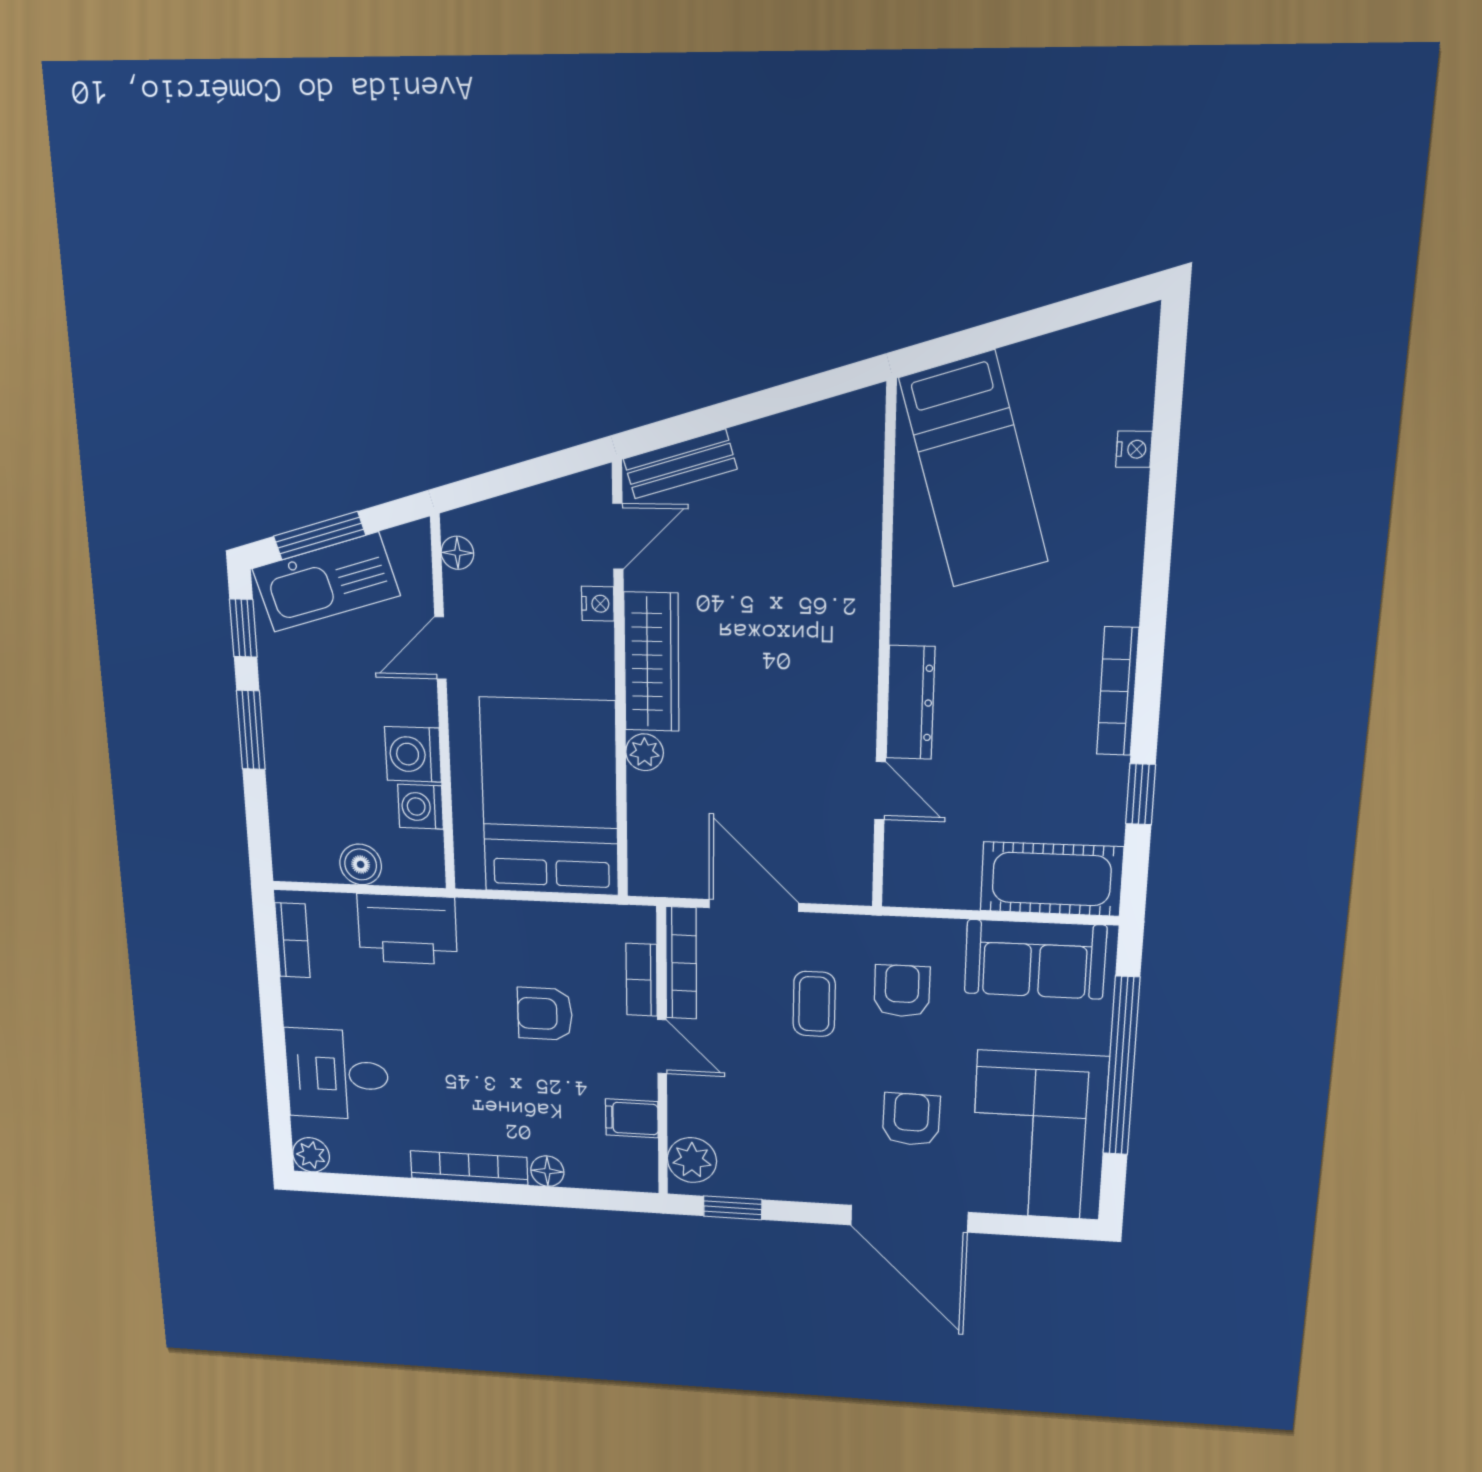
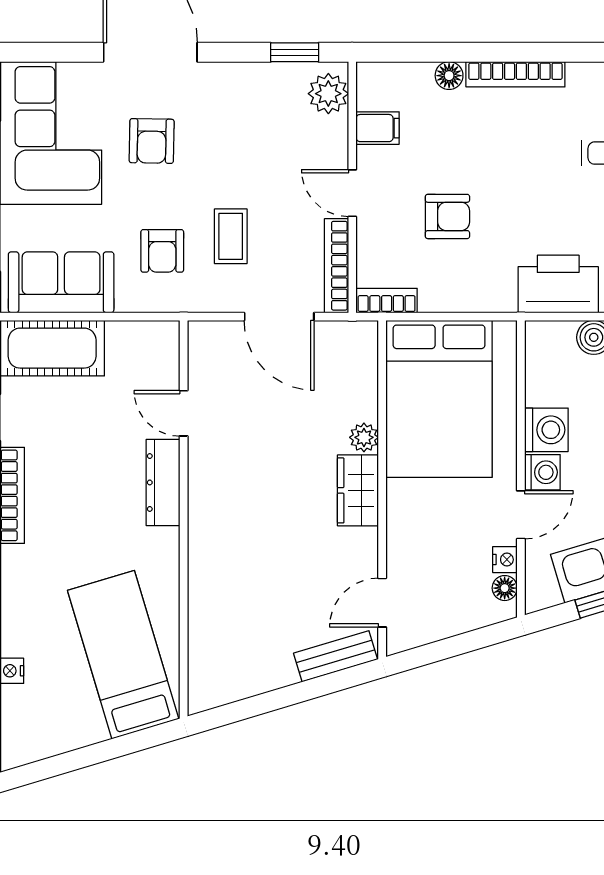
nightstand: (598, 604) -> (505, 560), moved, turned 180
wardrobe: (651, 662) -> (358, 490), width x0.67
washing machine: (421, 807) -> (542, 472), moved
bookcase: (642, 980) -> (387, 301), moved, turned -90

